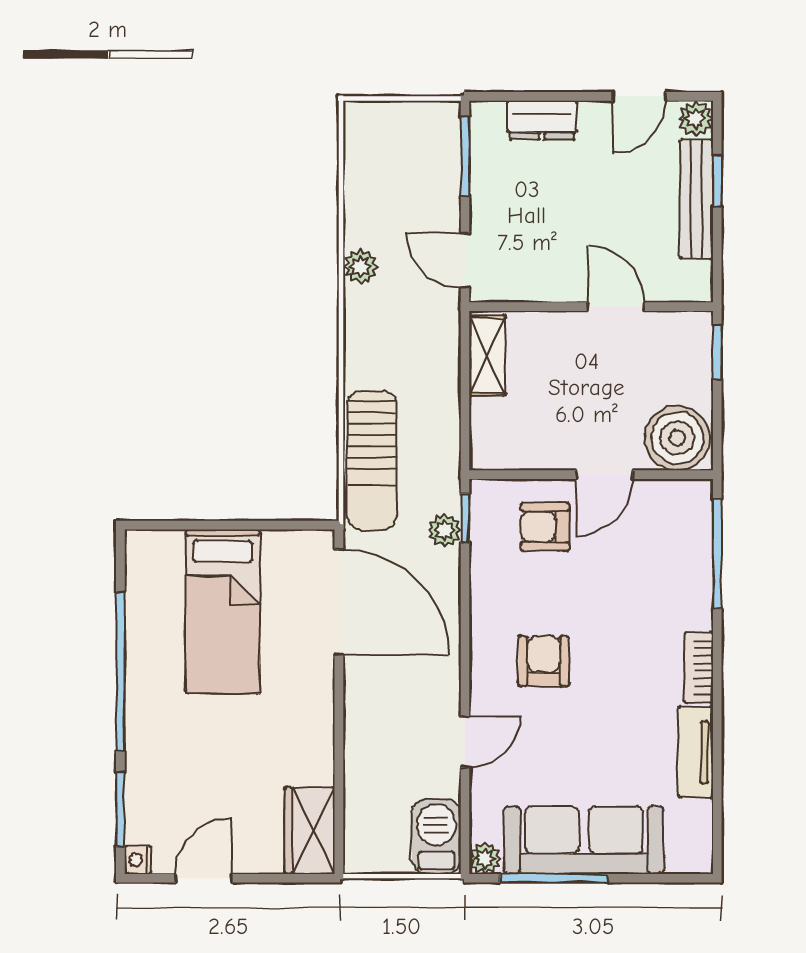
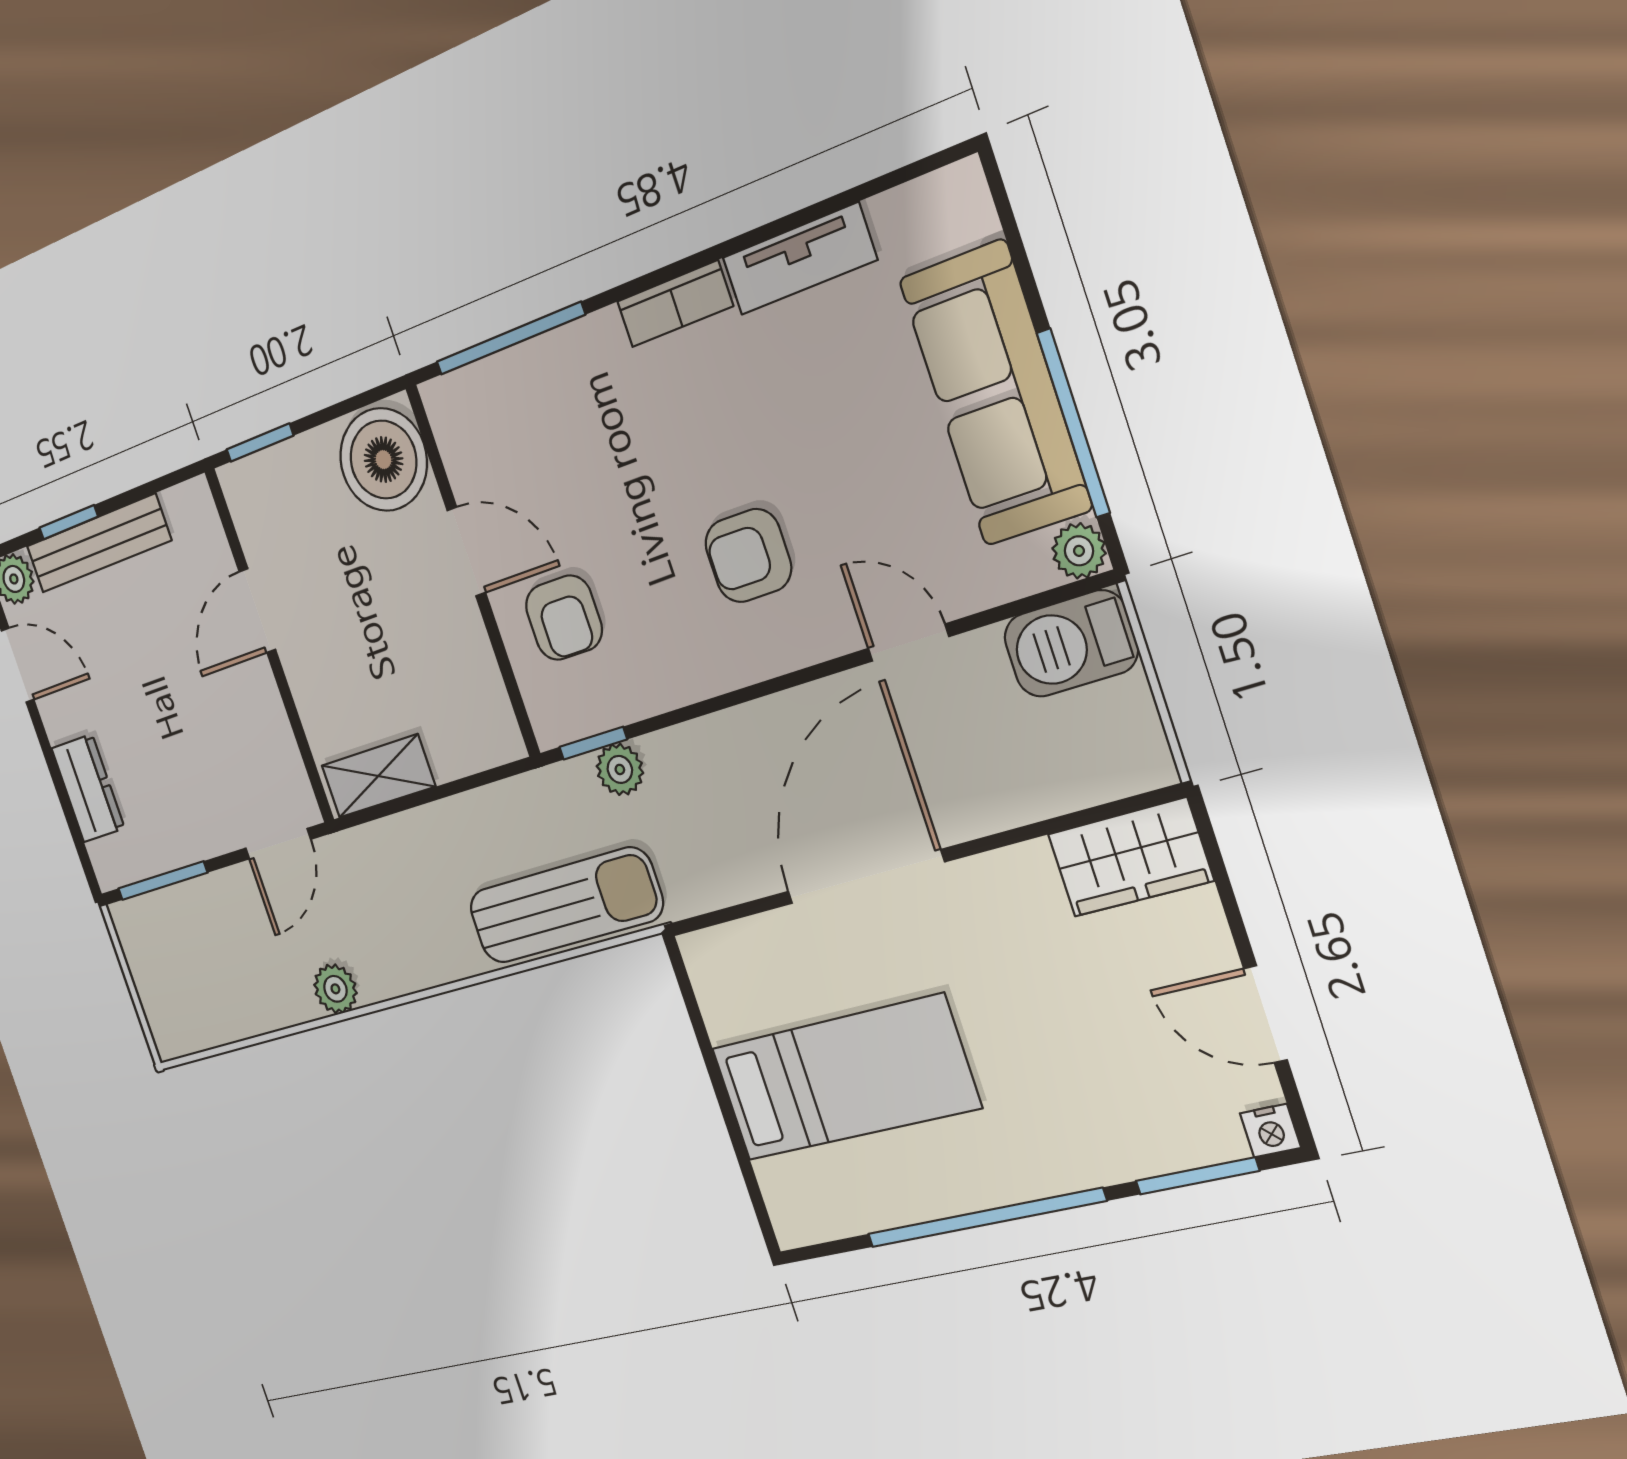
door: (339, 602) -> (865, 877), moved

